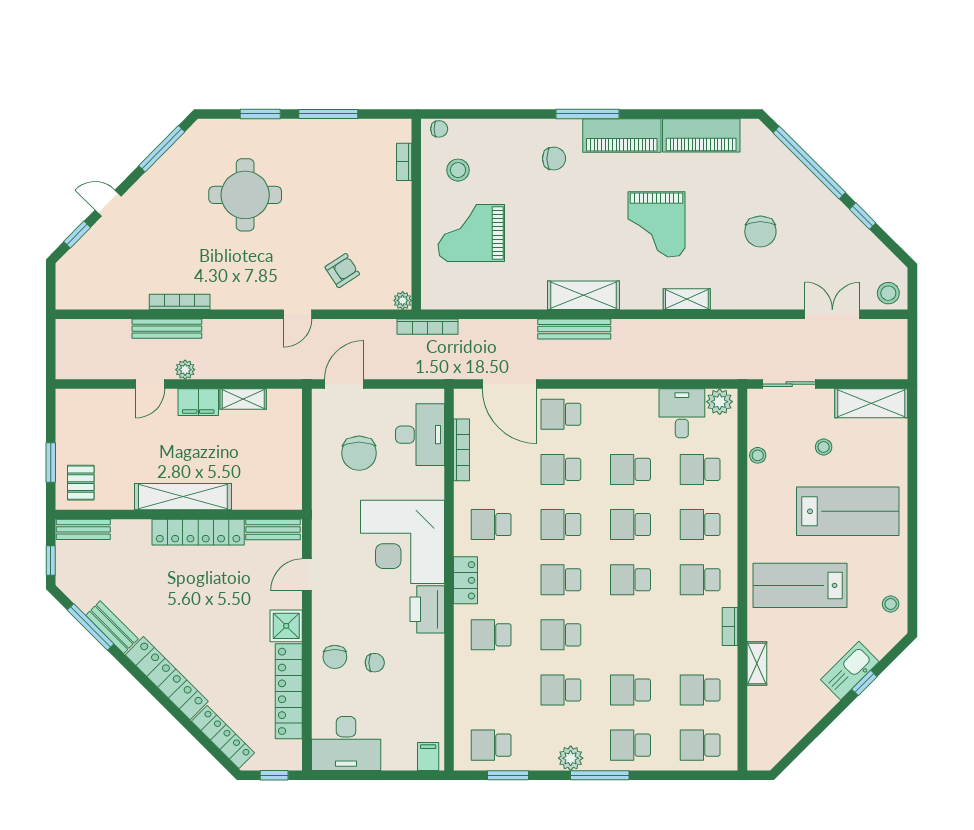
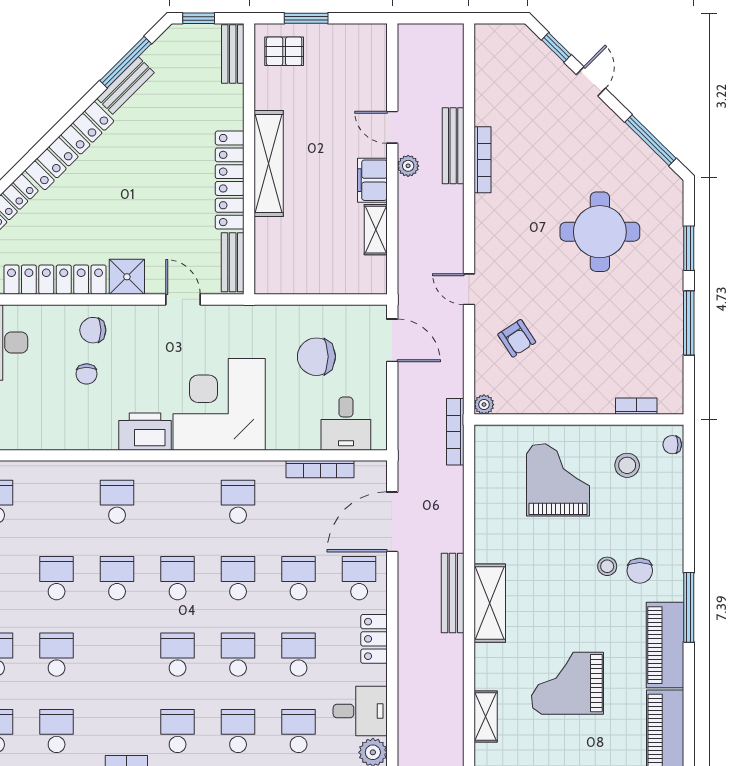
chair: (439, 129) -> (672, 445), turned 90
stool: (550, 188) -> (607, 566), added
desk: (420, 435) -> (346, 424), width x0.73
locker: (466, 580) -> (374, 639), moved, turned 90

